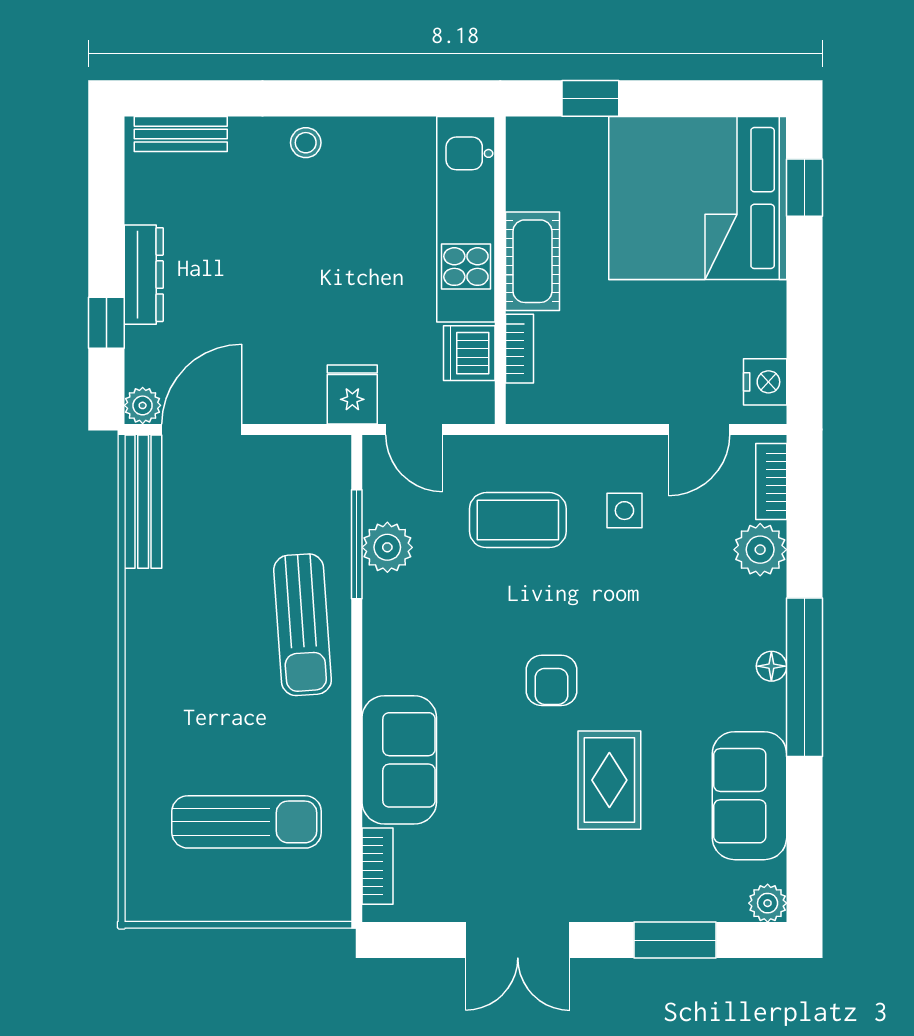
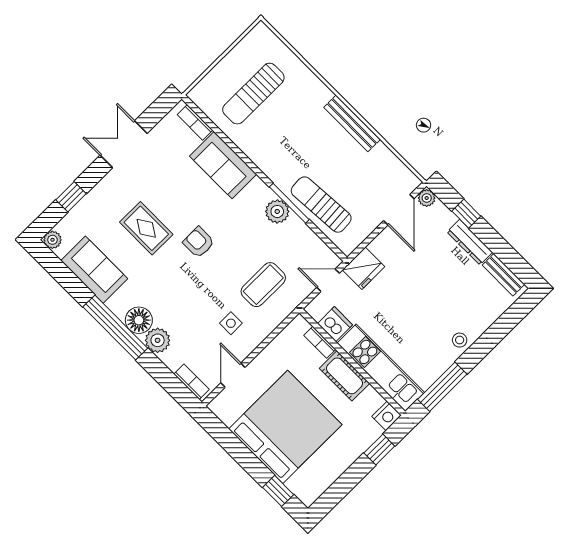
window: (402, 98) -> (442, 387), added
bench: (181, 134) -> (503, 275), moved, turned 90
bed: (698, 198) -> (285, 427), moved
nightstand: (765, 382) -> (387, 416), moved, turned -90
fridge: (352, 395) -> (363, 268), width x1.38
bench: (143, 502) -> (352, 123), moved
window: (357, 544) -> (289, 203), moved
plant: (387, 547) -> (277, 211), moved
plant: (760, 550) -> (158, 340), moved
sun lounger: (303, 625) -> (321, 205), moved
floor lamp: (771, 666) -> (139, 320), width x1.89, depth x1.89
window: (675, 940) -> (71, 197), width x0.67

